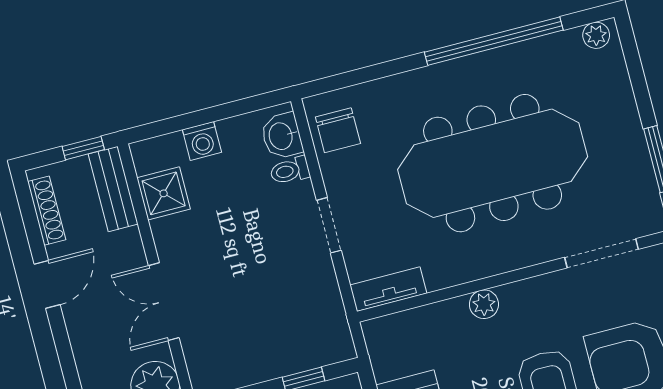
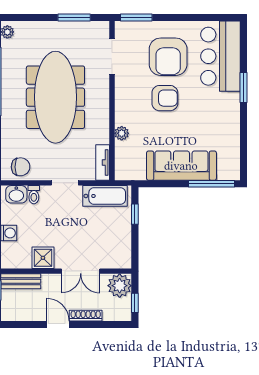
shower: (164, 193) -> (43, 258), moved
shoe rack: (47, 211) -> (86, 316), moved
plant: (484, 304) -> (122, 133), moved
bathtub: (324, 311) -> (105, 196), added

